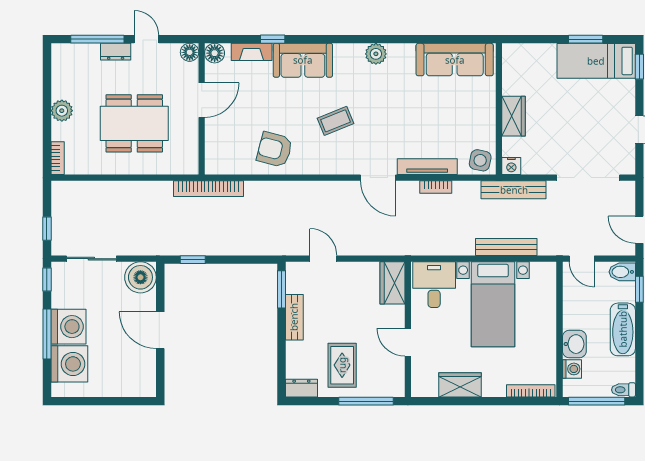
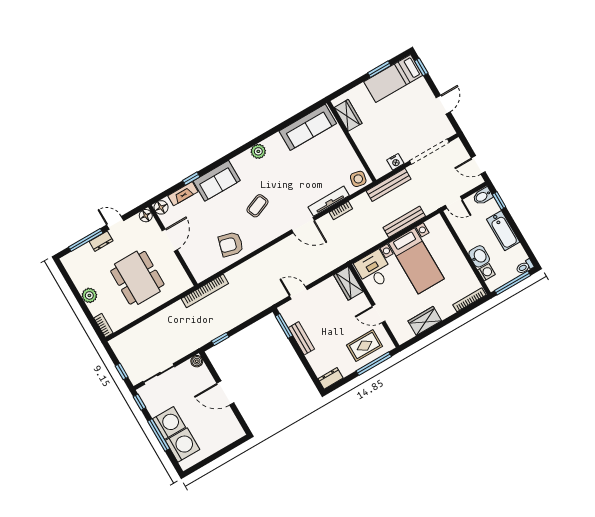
wardrobe: (513, 116) -> (348, 115), moved
dining table: (134, 123) -> (137, 278), turned 90
nightstand: (511, 166) -> (395, 162), moved
boiler: (140, 277) -> (197, 361), width x0.54, depth x0.54
rug: (342, 365) -> (365, 346), moved, turned 90

